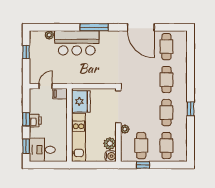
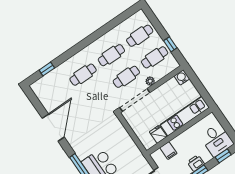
cafe table: (166, 47) -> (126, 77), moved
filing cabinet: (60, 94) -> (168, 151), moved
fridge: (81, 101) -> (158, 134), width x0.53, depth x0.75
window: (190, 109) -> (47, 69), moved
plant: (110, 143) -> (171, 86), removed

